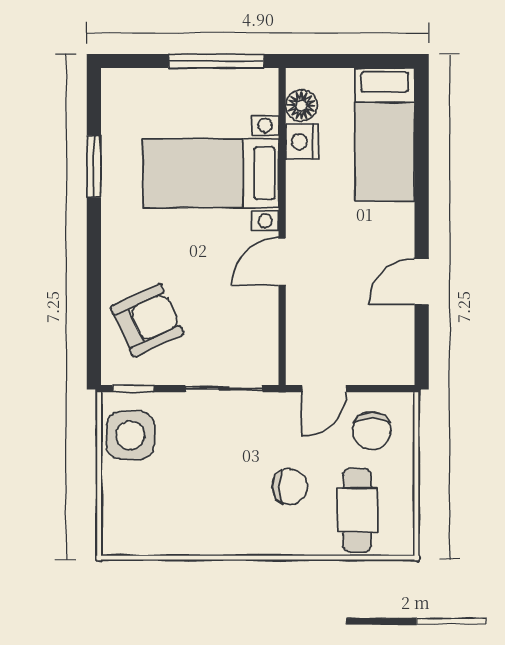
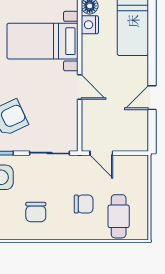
door: (282, 261) -> (80, 87), swing flipped
door: (324, 389) -> (101, 153), hinge flipped
chair: (372, 431) -> (36, 212), moved

